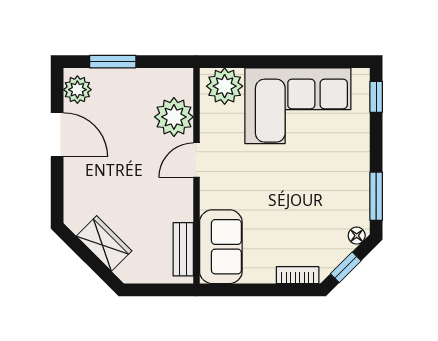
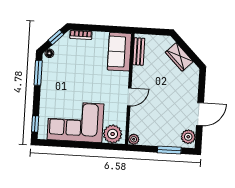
plant: (174, 117) -> (134, 139), moved, width x0.53, depth x0.53
door: (57, 135) -> (200, 114), swing flipped

